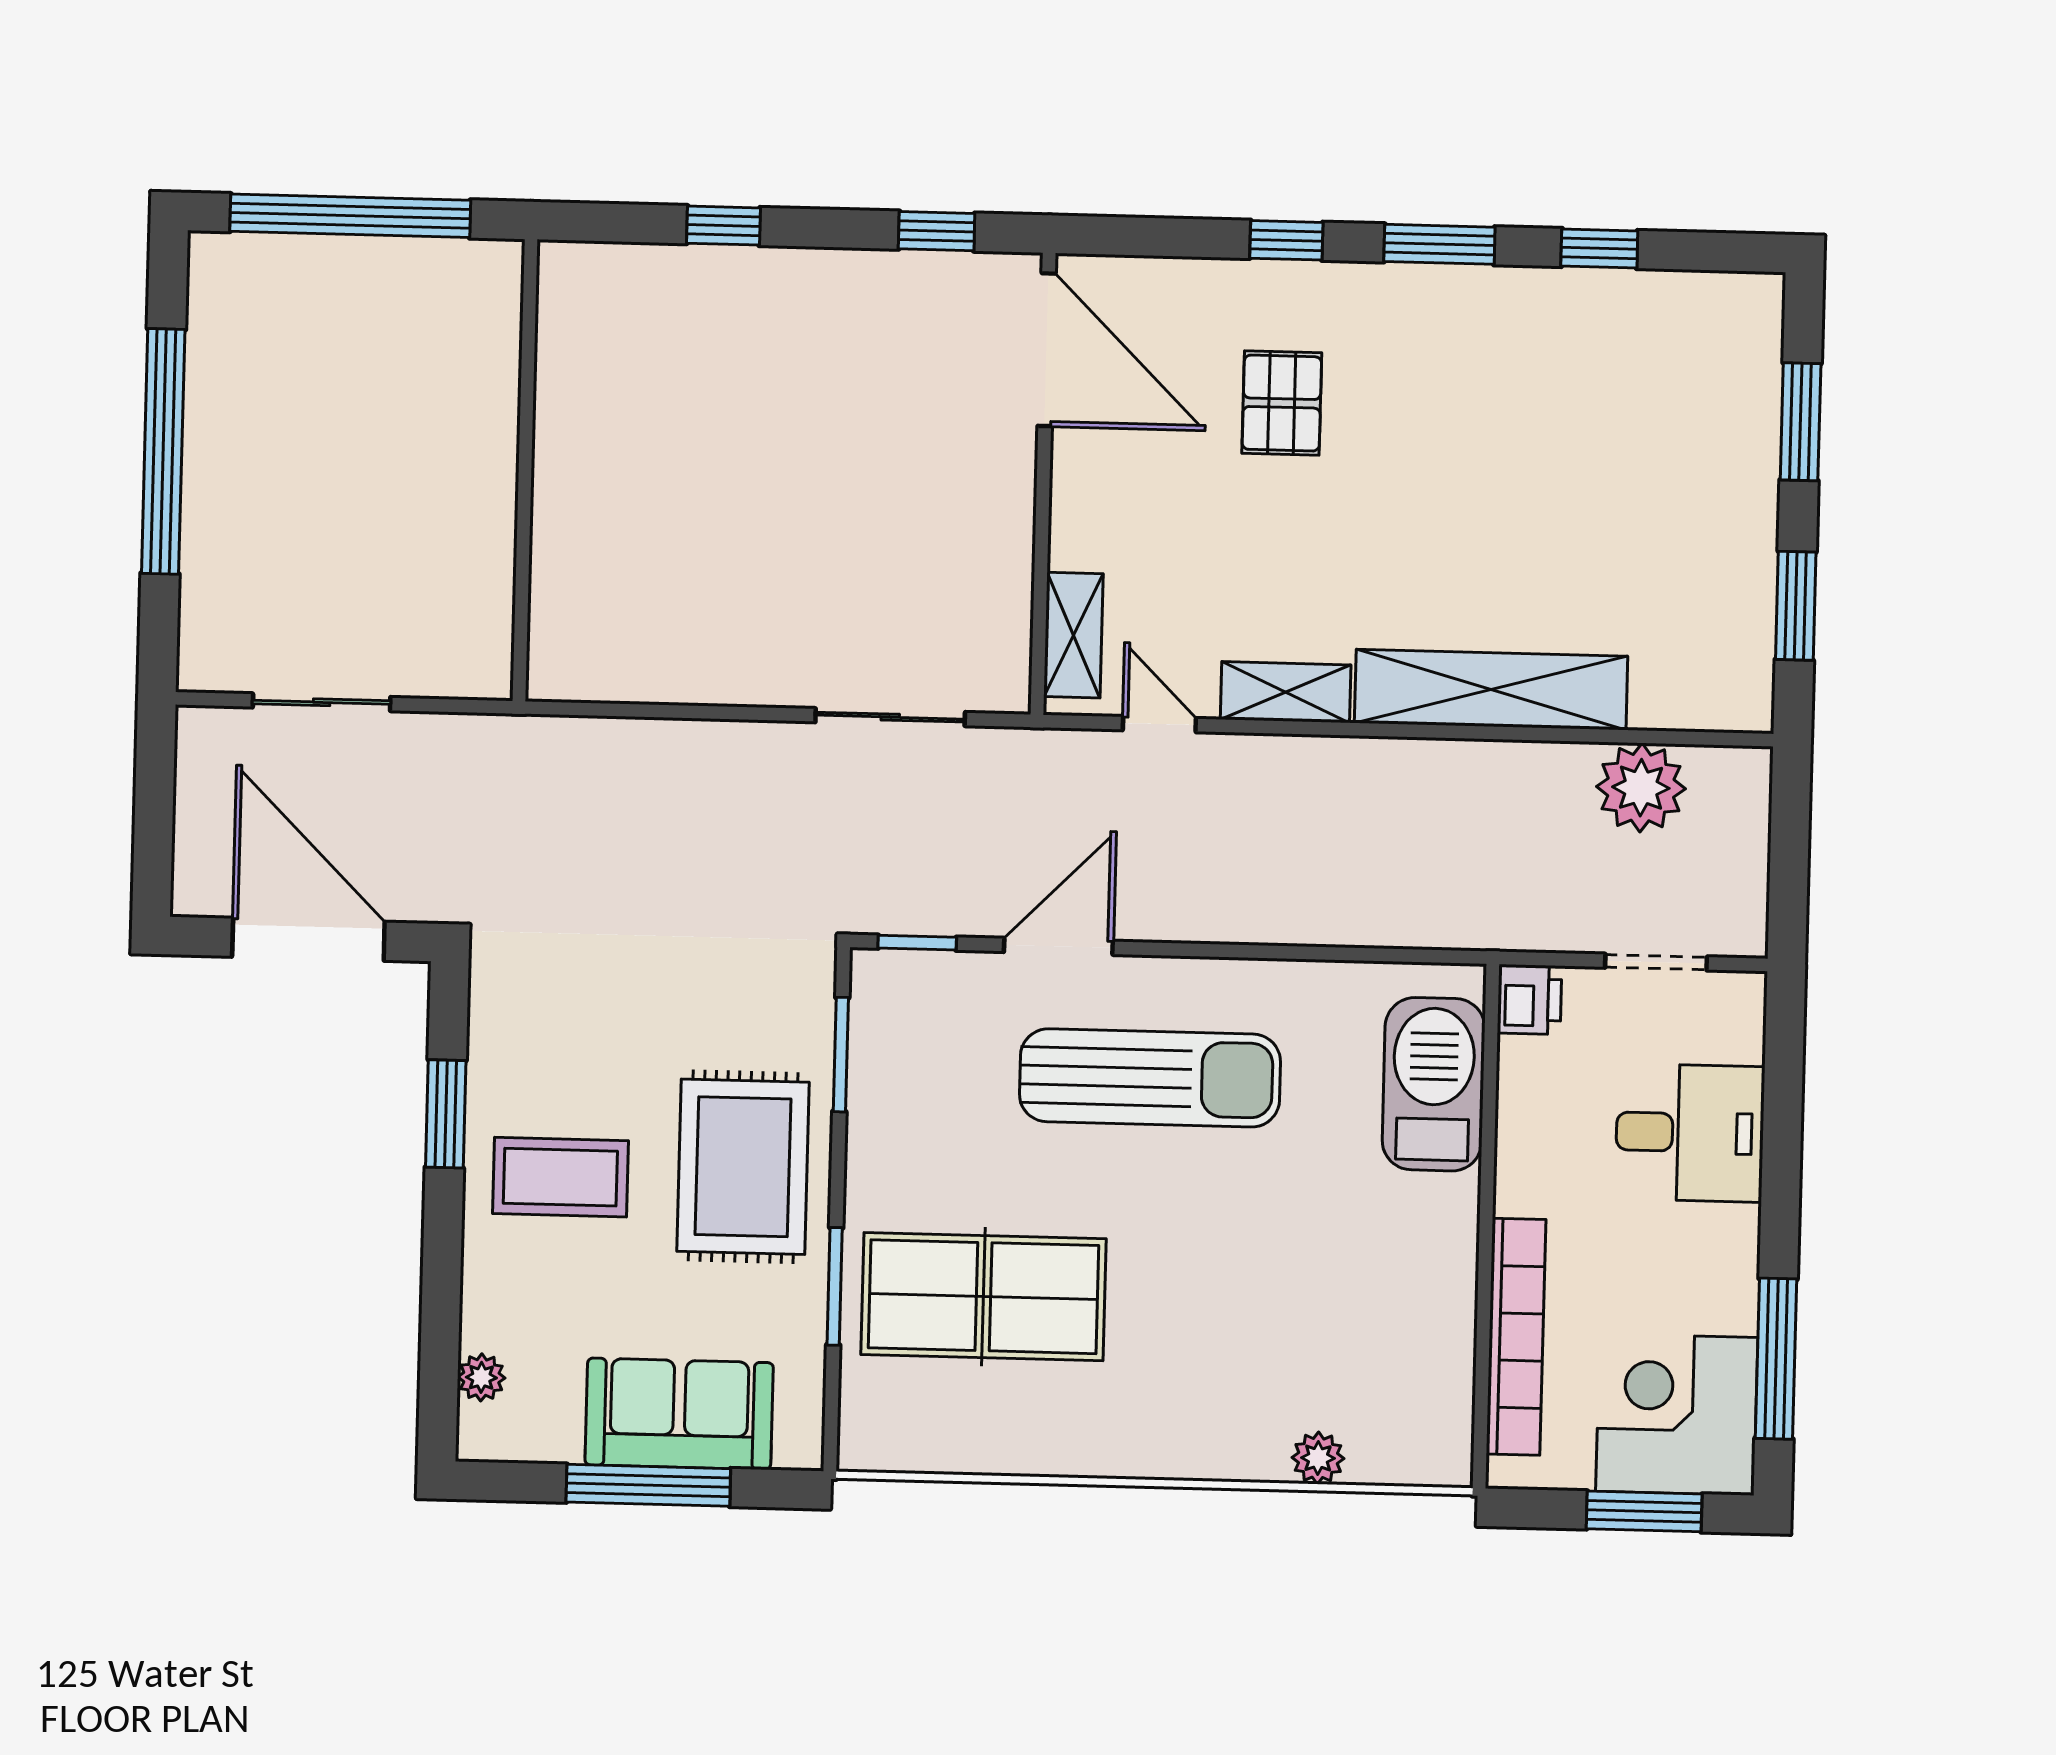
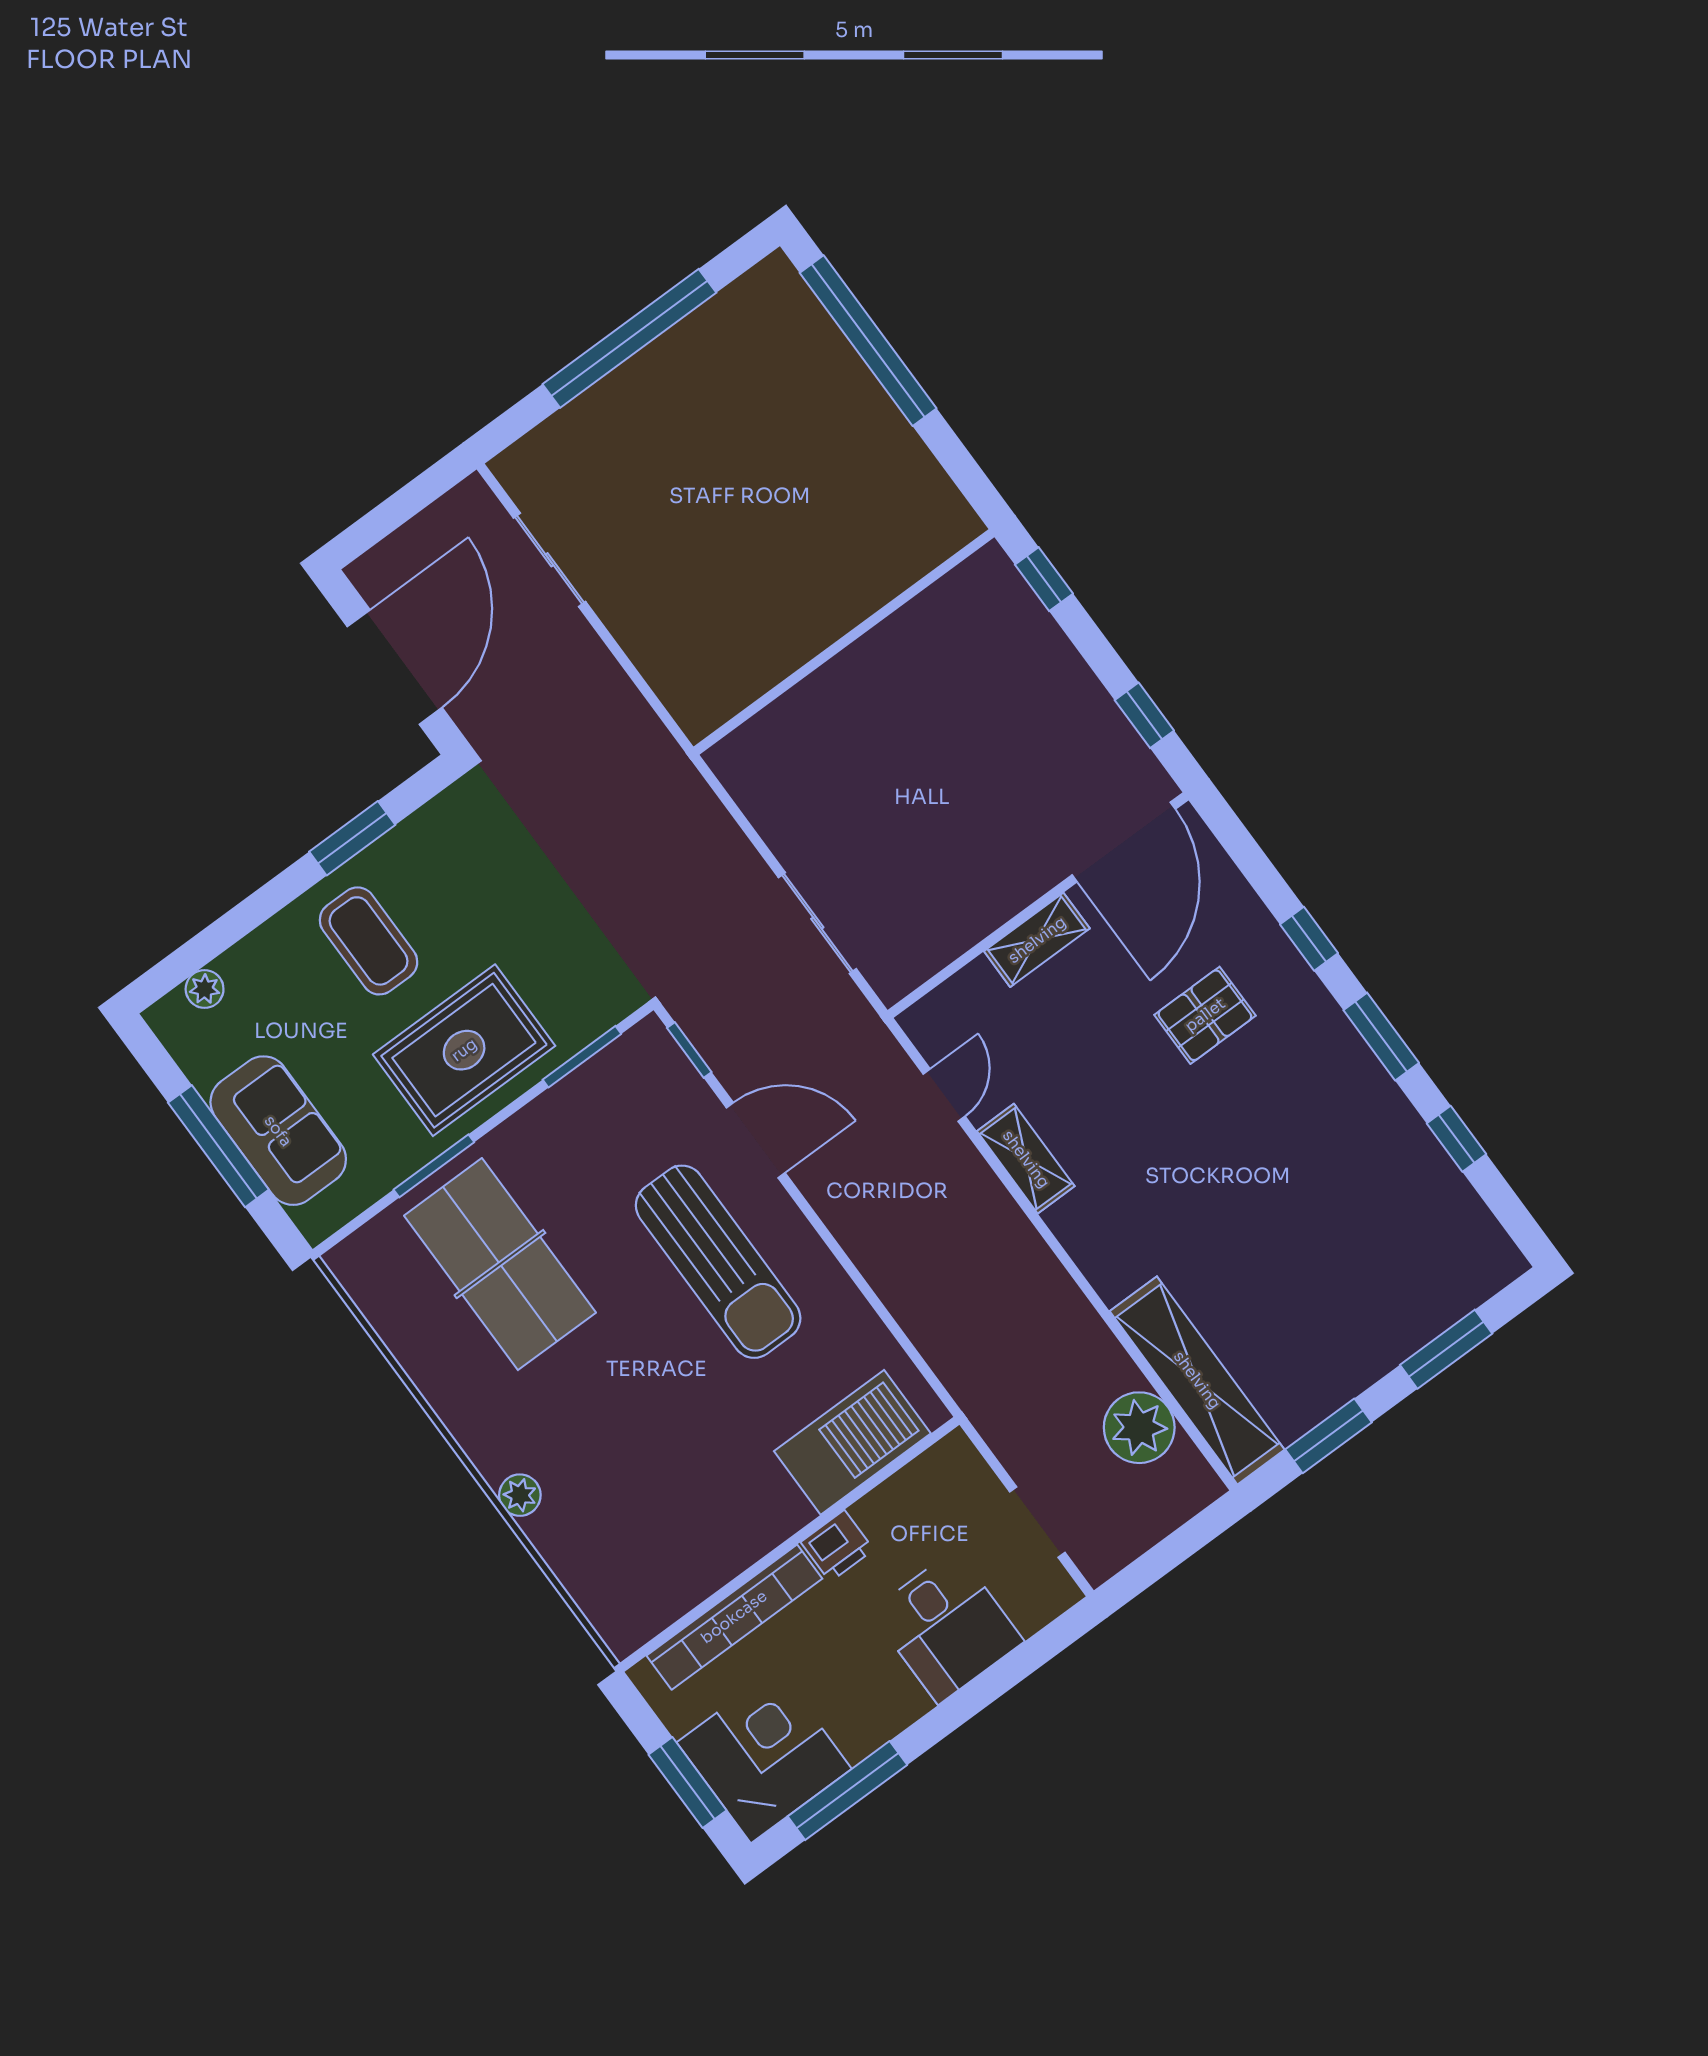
wall: (525, 470) -> (844, 642), moved
shelving: (1073, 635) -> (1037, 940), moved
shelving: (1491, 690) -> (1197, 1380), moved
printer: (1529, 1000) -> (837, 1546), moved
plant: (1318, 1458) -> (520, 1495), moved

